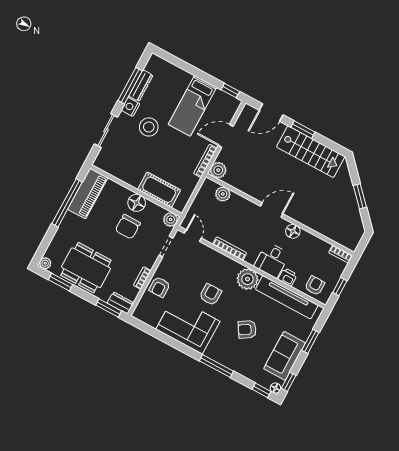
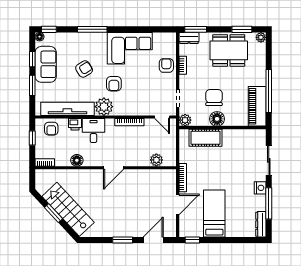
dresser: (141, 86) -> (261, 224), moved
stool: (149, 127) -> (238, 180), removed
stairs: (311, 152) -> (68, 209), moved, turned 47
plant: (218, 170) -> (169, 176), removed
floor lamp: (293, 231) -> (77, 160), moved
armchair: (210, 294) -> (114, 84), moved
window: (289, 382) -> (32, 59), moved

